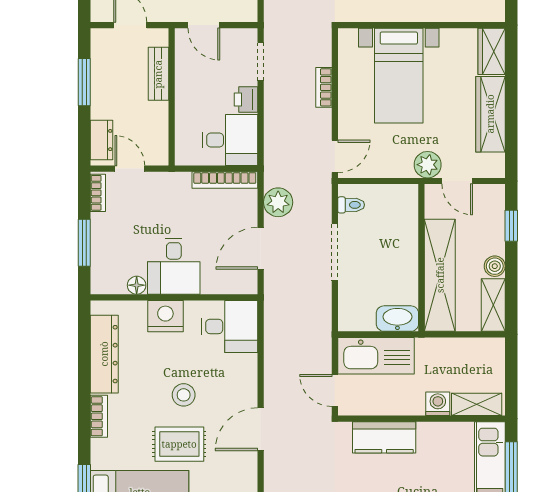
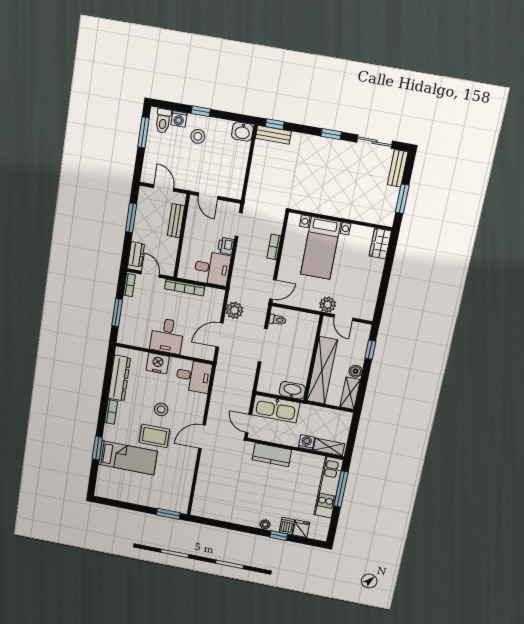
wardrobe: (490, 114) -> (372, 282), removed
bookcase: (225, 180) -> (185, 288), moved
floor lamp: (137, 285) -> (144, 343), removed

